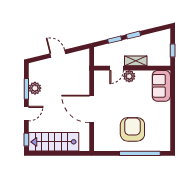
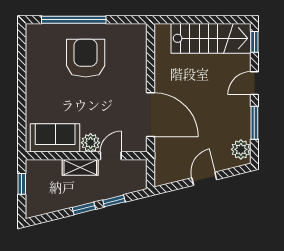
door: (58, 54) -> (204, 179), swing flipped
sofa: (161, 86) -> (55, 138), moved, turned -90
plant: (35, 88) -> (241, 149), moved
door: (92, 109) -> (151, 115), moved
armchair: (132, 129) -> (86, 58), turned 180

